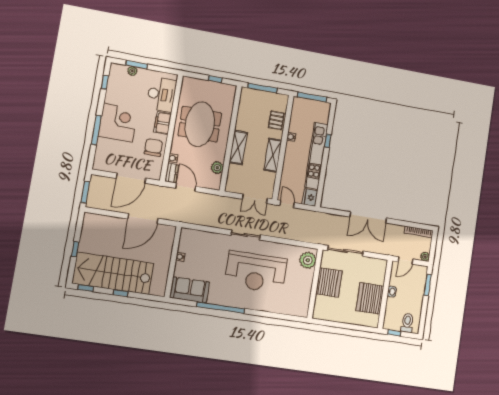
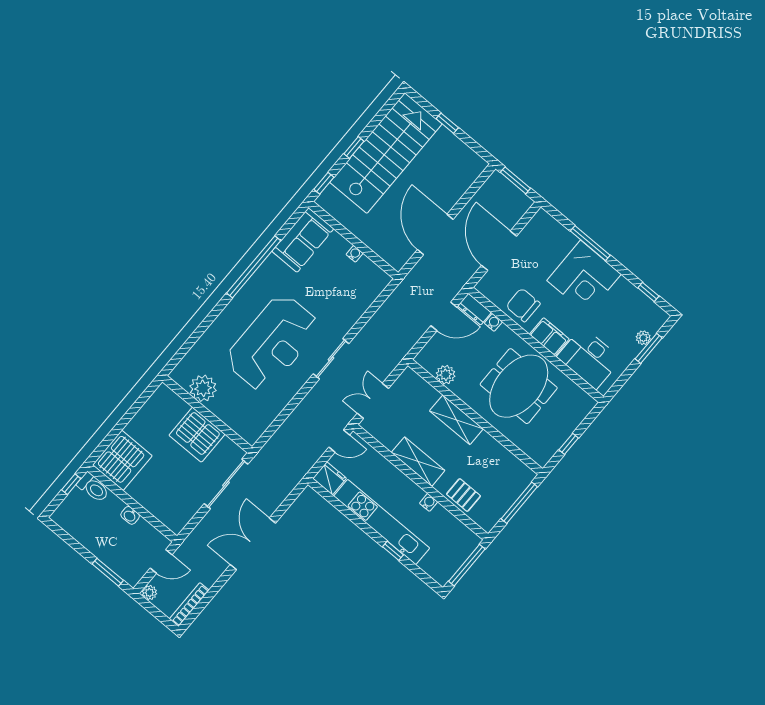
meeting table: (200, 124) -> (519, 386), turned 90
chair: (153, 147) -> (523, 305), turned 180
plant: (308, 260) -> (203, 388), moved
door: (406, 260) -> (161, 561), swing flipped
reception desk: (256, 272) -> (273, 343), turned 180
window: (86, 288) -> (324, 183), moved
server rack: (370, 298) -> (122, 460), moved, turned 90
toilet: (407, 323) -> (93, 488), moved

